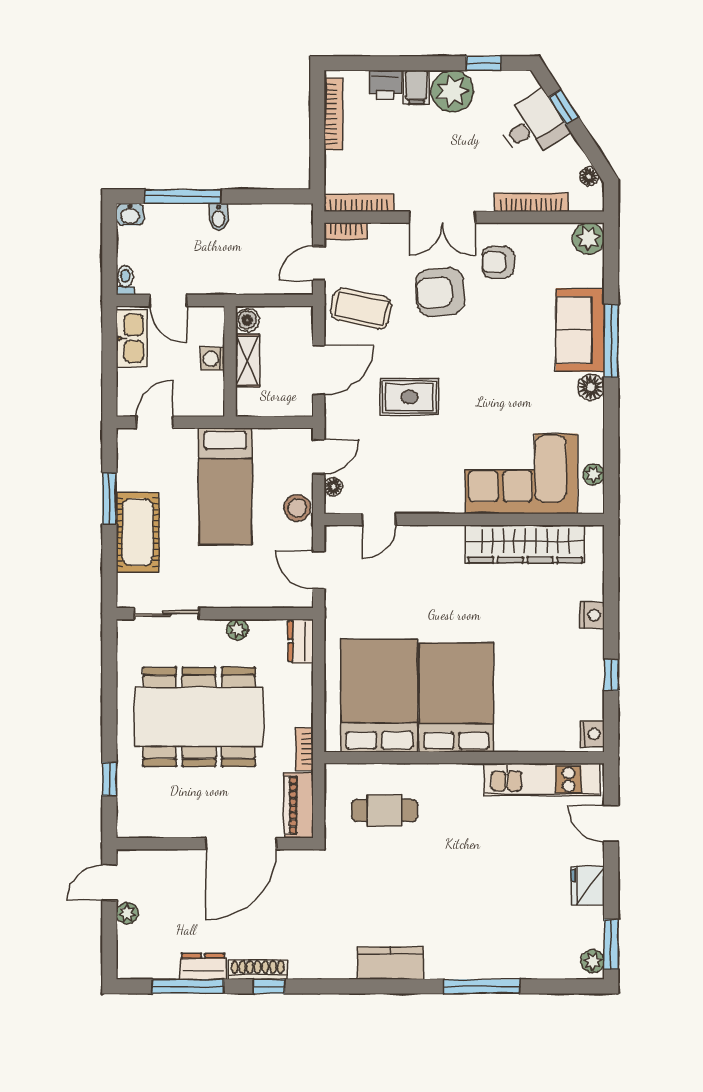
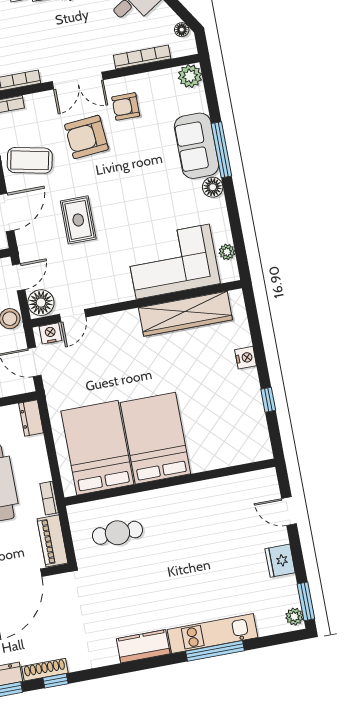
rug: (409, 397) -> (78, 220), turned 90
floor lamp: (333, 487) -> (41, 303), width x1.89, depth x1.89
nightstand: (592, 734) -> (50, 333), moved, turned -90
kitchen unit: (542, 779) -> (212, 633), moved, turned 180

